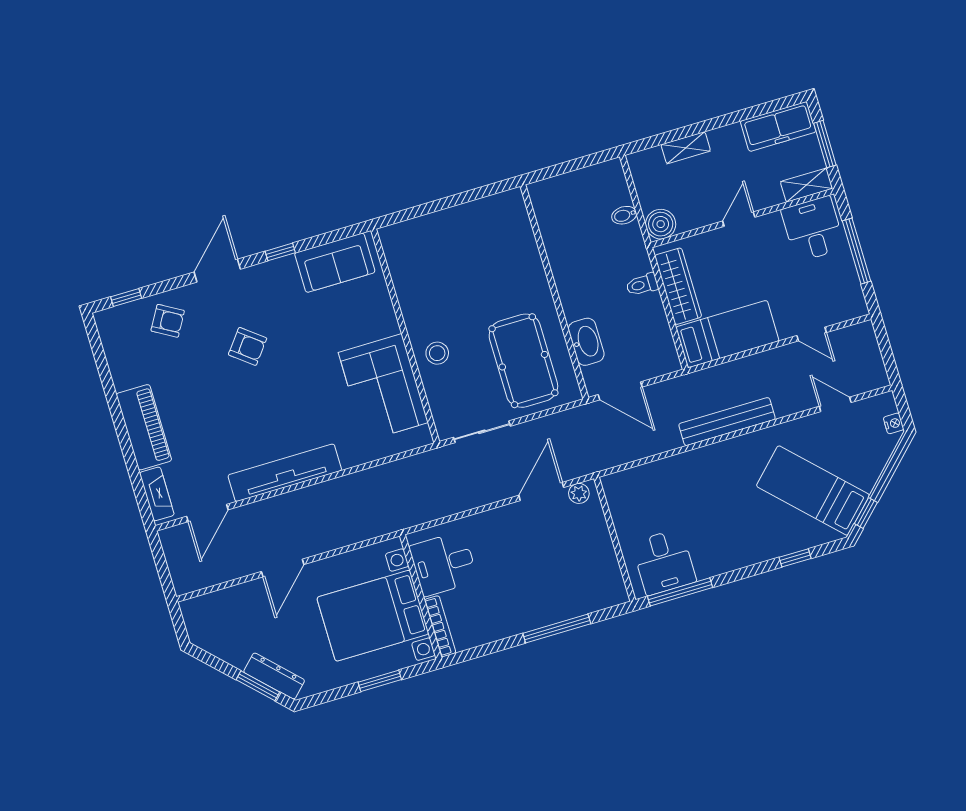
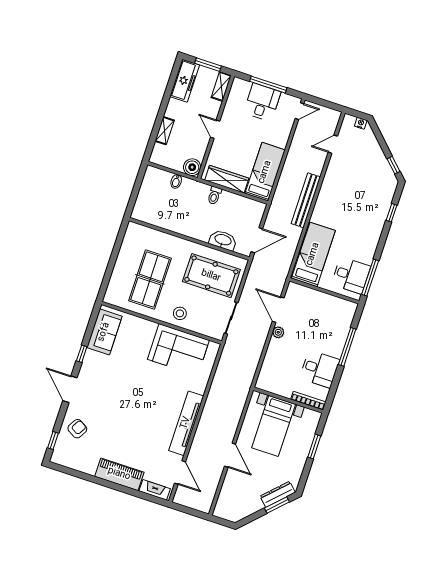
desk: (813, 229) -> (262, 102), moved, turned 90
table tennis table: (456, 276) -> (150, 280), added
door: (812, 334) -> (300, 111), moved
armchair: (248, 346) -> (115, 400), removed
bed: (813, 491) -> (313, 254), moved, turned 135
plant: (579, 493) -> (278, 332), moved
desk: (444, 564) -> (320, 369), moved, turned -90
bed with nightstands: (373, 616) -> (274, 426), width x0.73

